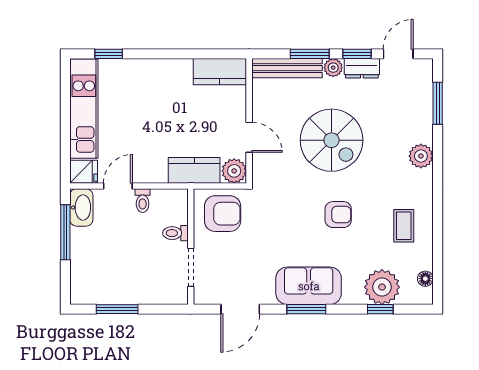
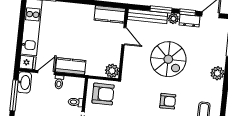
door: (249, 137) -> (124, 36), moved
kitchen counter: (194, 170) -> (71, 66), moved

